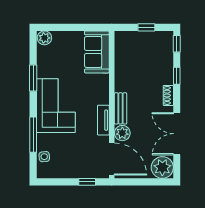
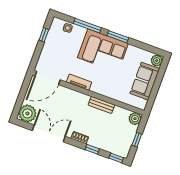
sofa: (97, 52) -> (145, 81), moved, turned -90
window: (33, 78) -> (118, 37), moved
bench: (120, 108) -> (101, 105), moved
plant: (122, 133) -> (135, 119), moved
window: (87, 182) -> (44, 35), moved

